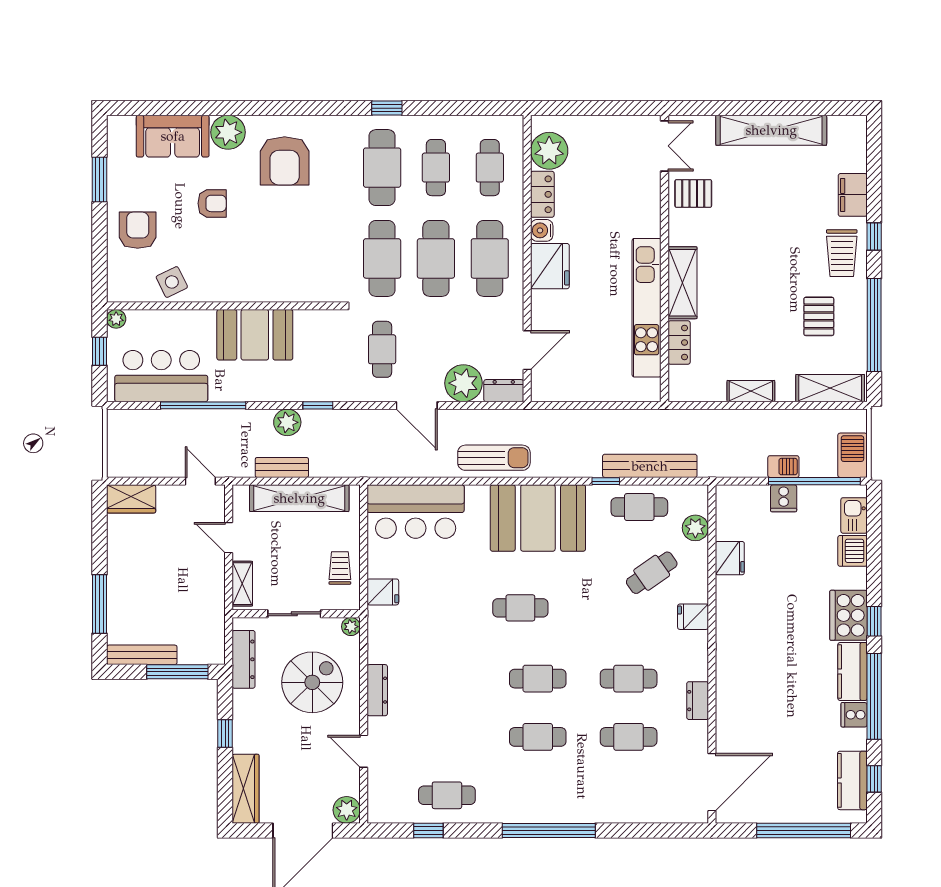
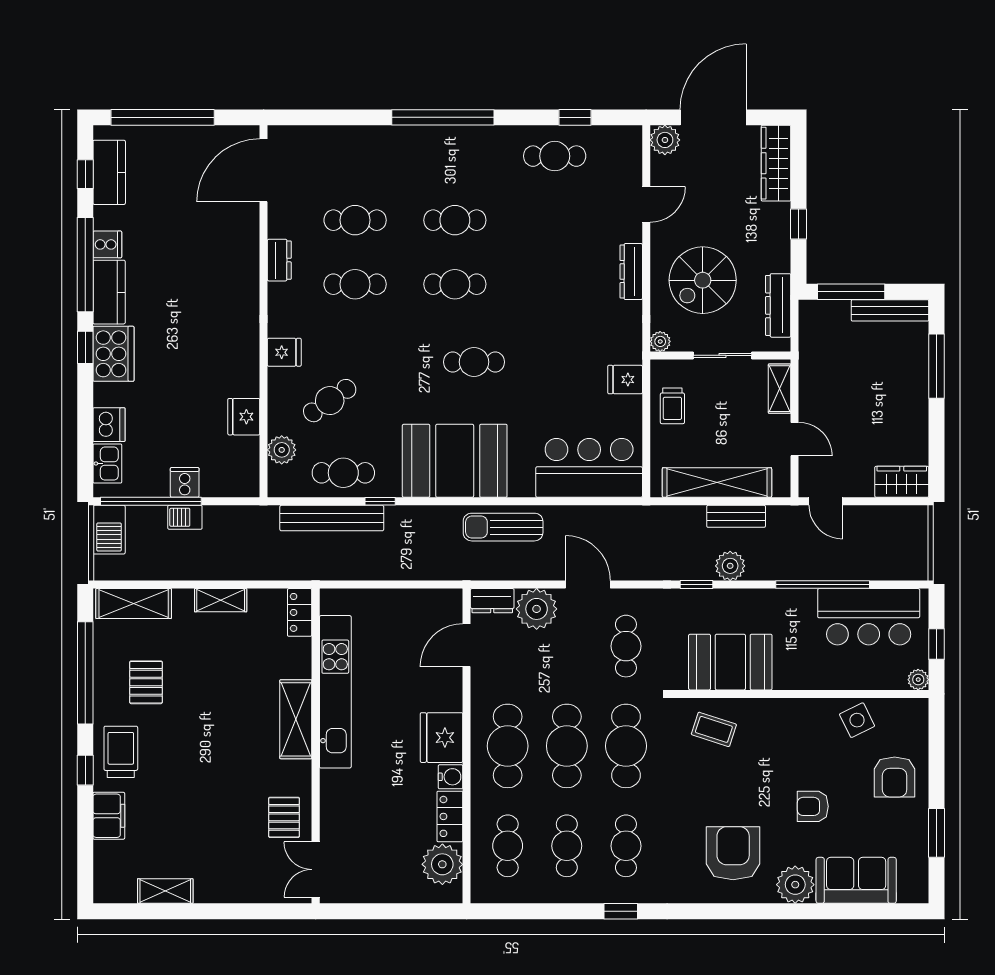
shelving: (771, 130) -> (165, 891), width x0.45, depth x0.75
cafe table: (382, 168) -> (626, 846), width x0.73, depth x0.74
pallet: (693, 193) -> (284, 817), turned 90
coffee table: (302, 274) -> (714, 729), added
booth: (255, 335) -> (730, 662), moved
locker: (679, 342) -> (300, 612), moved
door: (364, 751) -> (646, 204), hinge flipped

